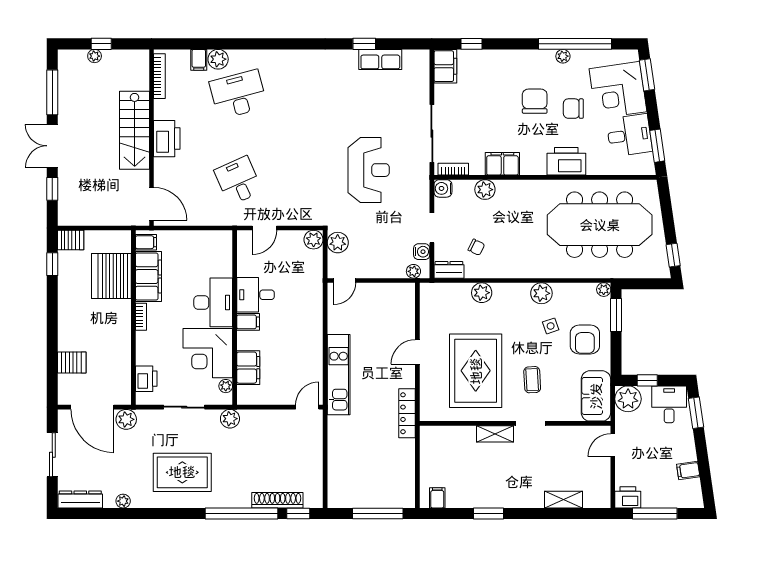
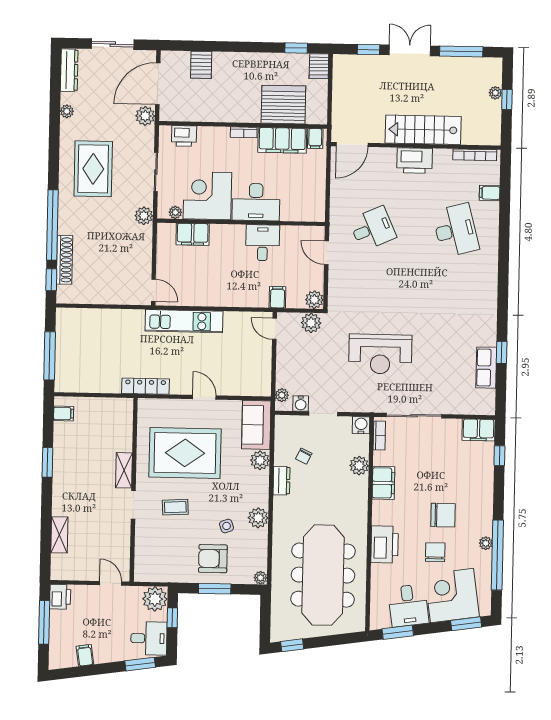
plant: (218, 59) -> (490, 212), removed
dresser: (449, 270) -> (281, 481), moved
window: (616, 315) -> (215, 589), moved
filing cabinet: (248, 322) -> (277, 297), moved, turned 180
sofa: (596, 396) -> (256, 425), moved, turned -90

